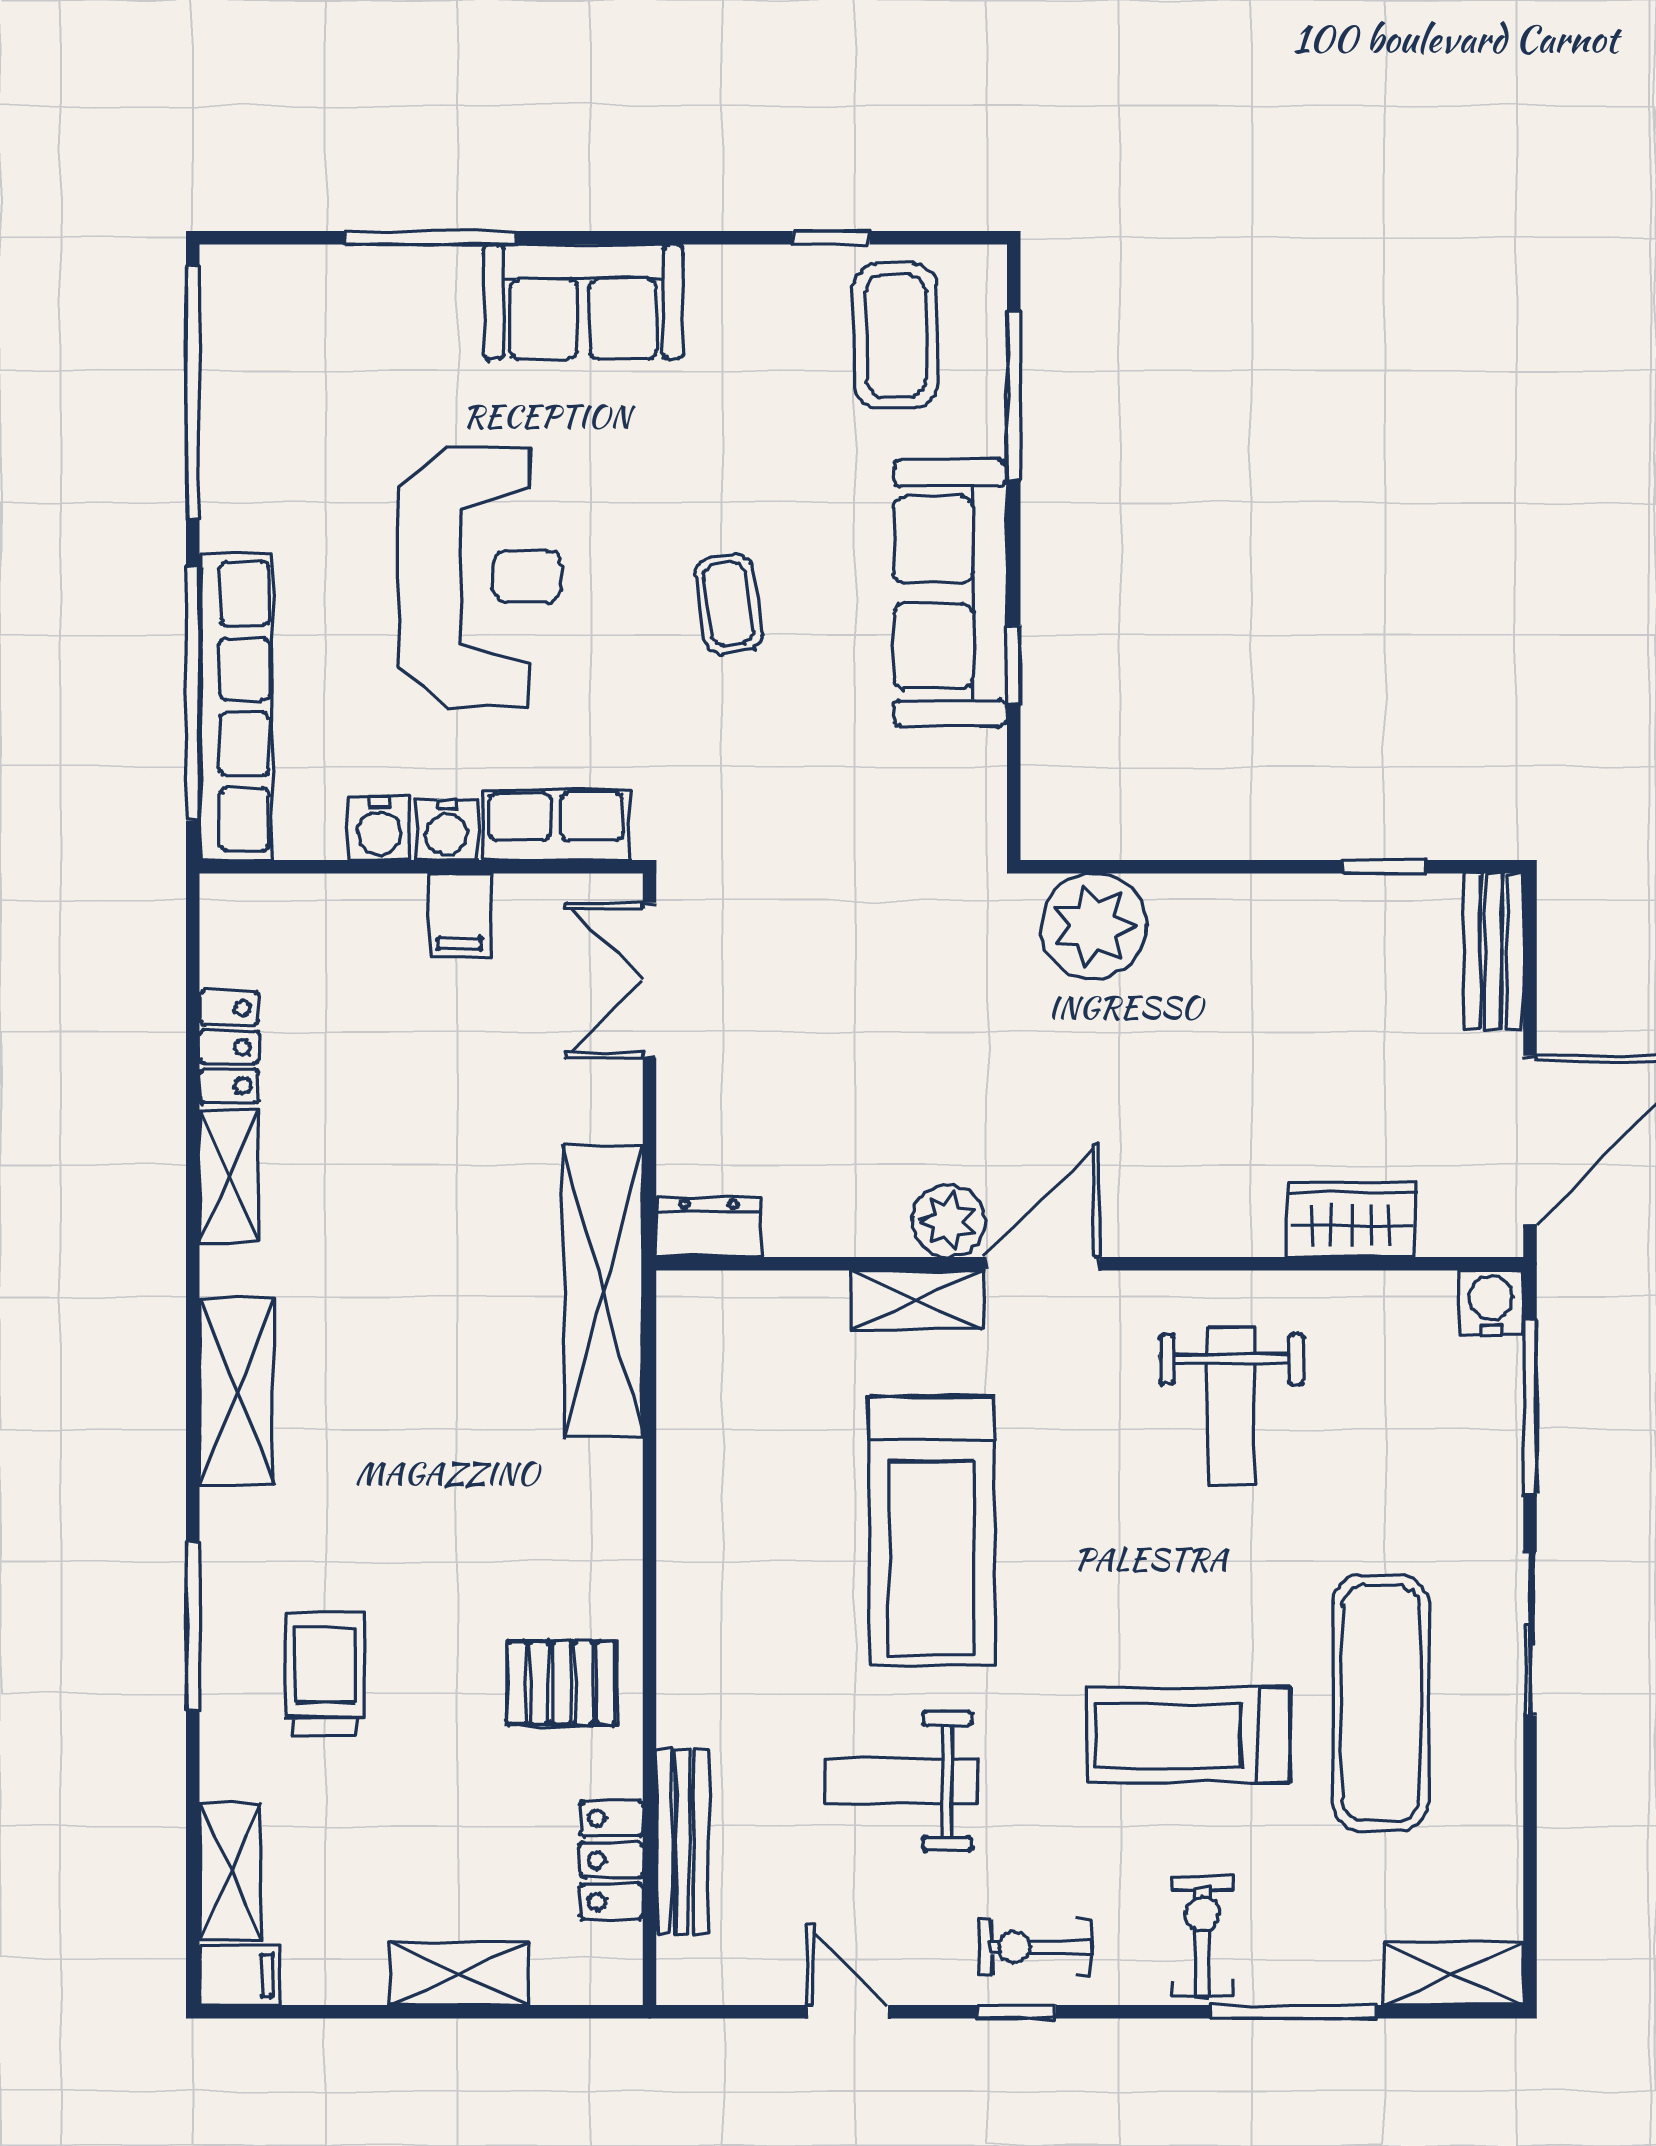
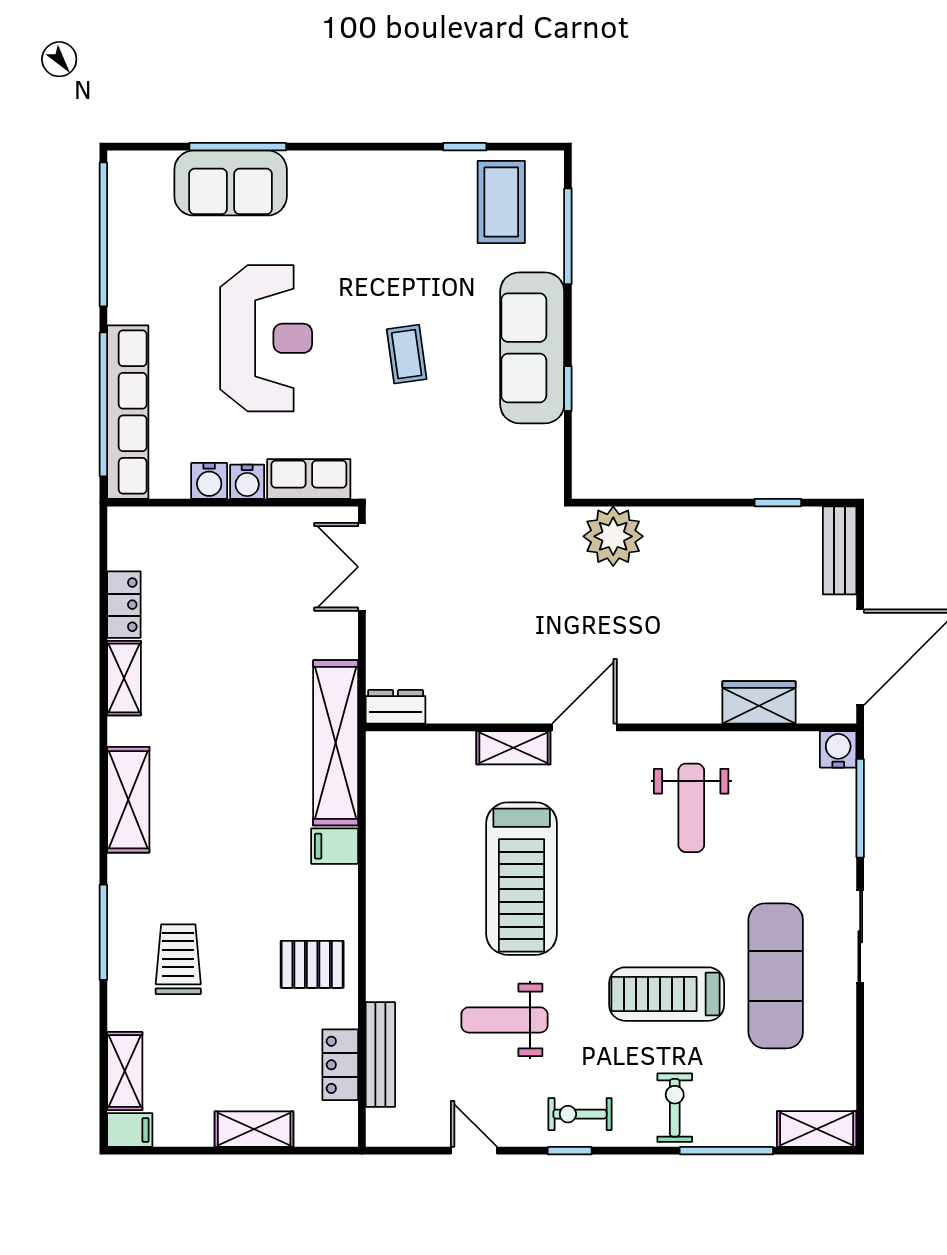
sofa: (583, 302) -> (231, 183), moved
filing cabinet: (459, 915) -> (335, 846), moved, turned 90
plant: (948, 1221) -> (531, 703), removed

